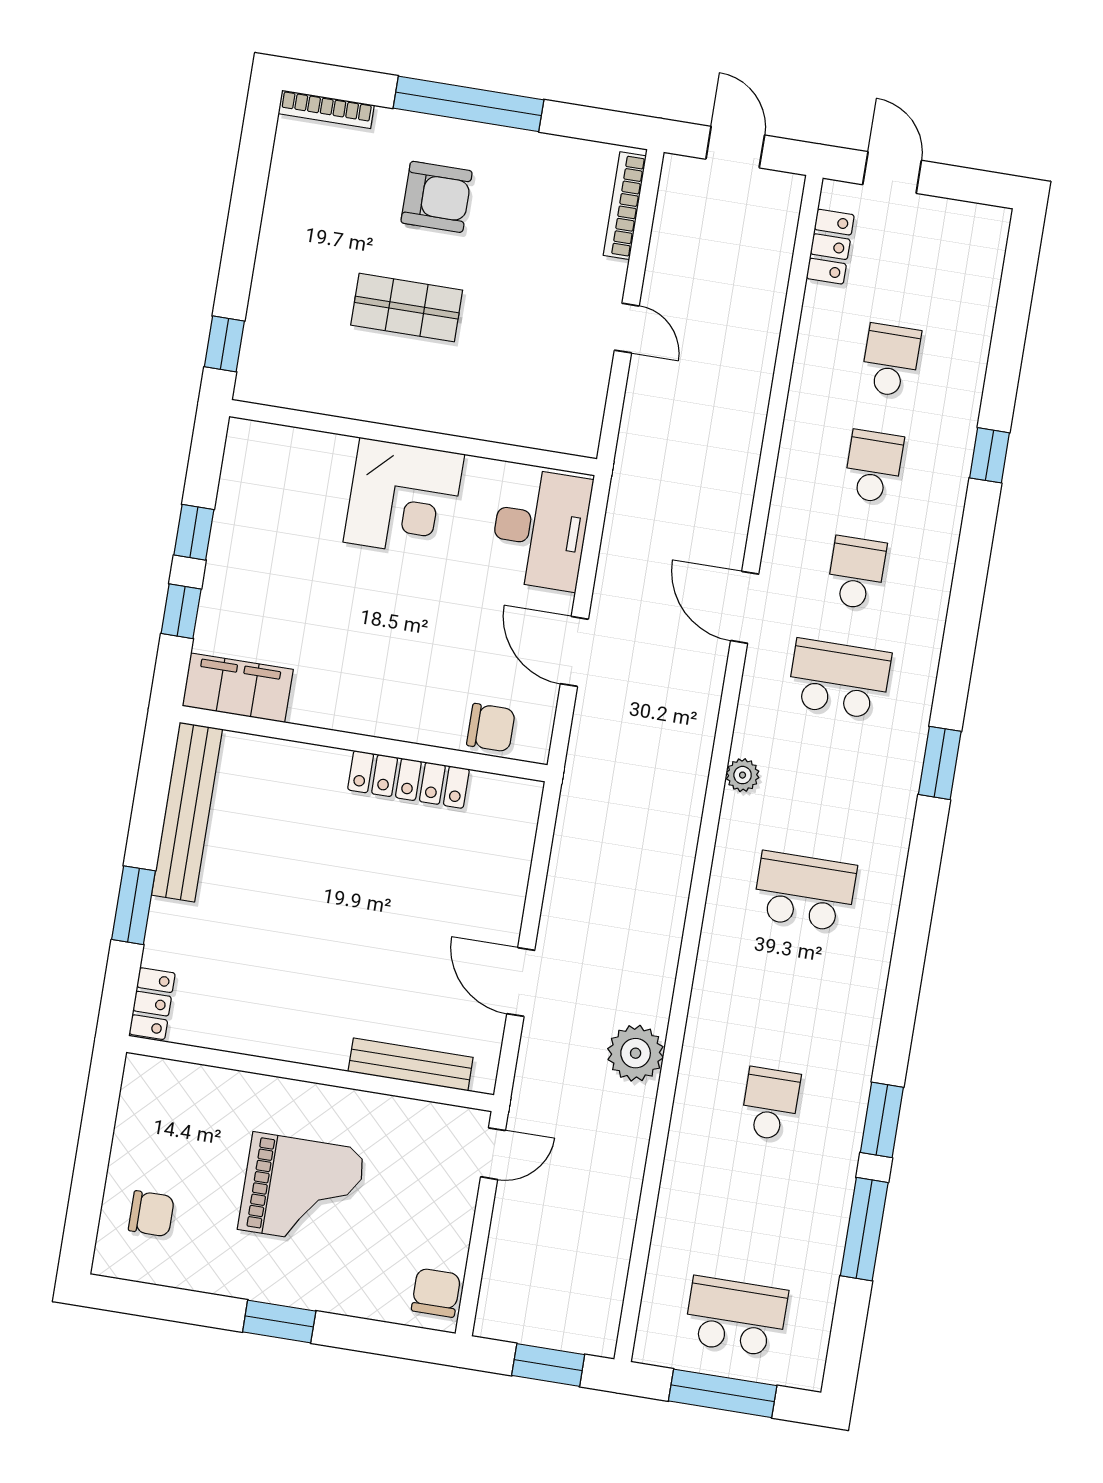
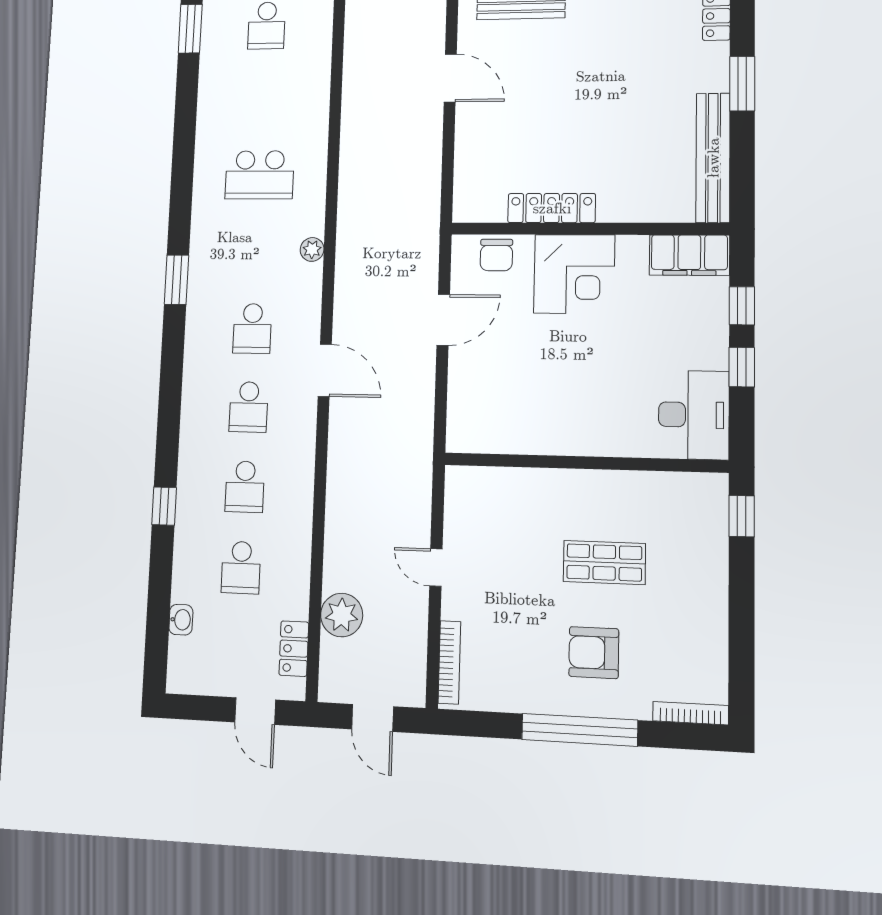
washbasin: (982, 302) -> (181, 620), added
corner desk: (404, 498) -> (574, 274), moved, turned 180
desk: (540, 529) -> (694, 415), moved, turned 180
door: (574, 651) -> (443, 320), hinge flipped
school desk: (839, 679) -> (252, 328), width x0.54
chair: (491, 728) -> (496, 255), turned -90
plant: (636, 1053) -> (342, 615), moved

